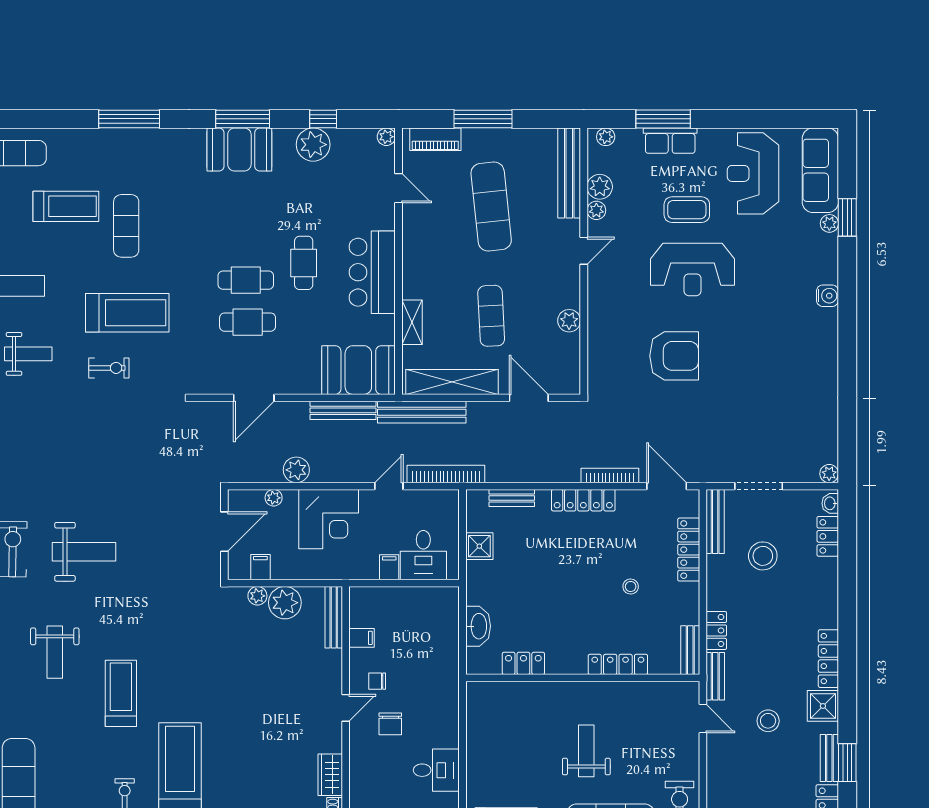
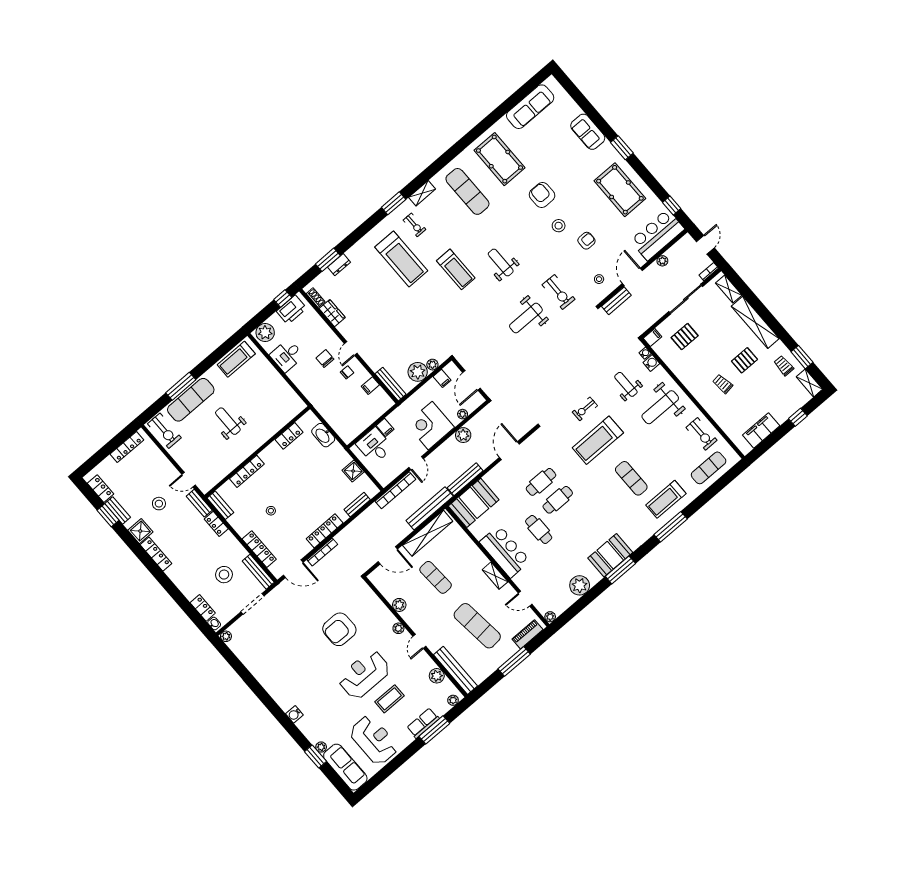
window: (323, 119) -> (585, 601), removed
treadmill: (66, 206) -> (666, 499), moved
plant: (596, 210) -> (398, 628), moved
shelving: (412, 322) -> (495, 576), moved
weight bench: (28, 354) -> (626, 384), turned 90
weight bench: (586, 751) -> (228, 421), turned 180

